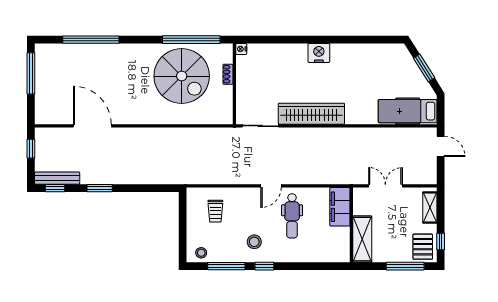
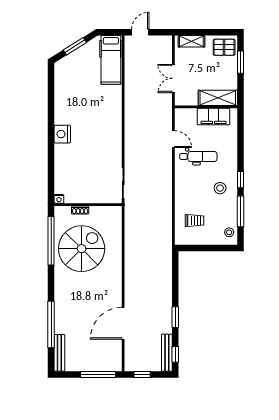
bench: (57, 50) -> (59, 353), added
window: (31, 73) -> (98, 375), moved
wardrobe: (311, 114) -> (113, 140), removed
door: (271, 186) -> (173, 139), moved
filing cabinet: (340, 207) -> (214, 117), moved
window: (441, 241) -> (220, 32), removed
window: (405, 266) -> (240, 62), width x0.69

